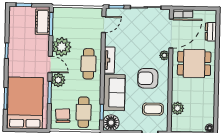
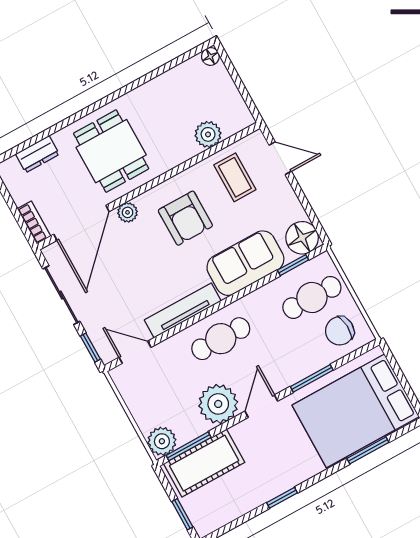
cot: (43, 22) -> (204, 463), width x1.37, depth x1.34
door: (171, 33) -> (81, 223), swing flipped
tv unit: (109, 60) -> (183, 310), width x1.41
plant: (58, 80) -> (162, 441), moved

